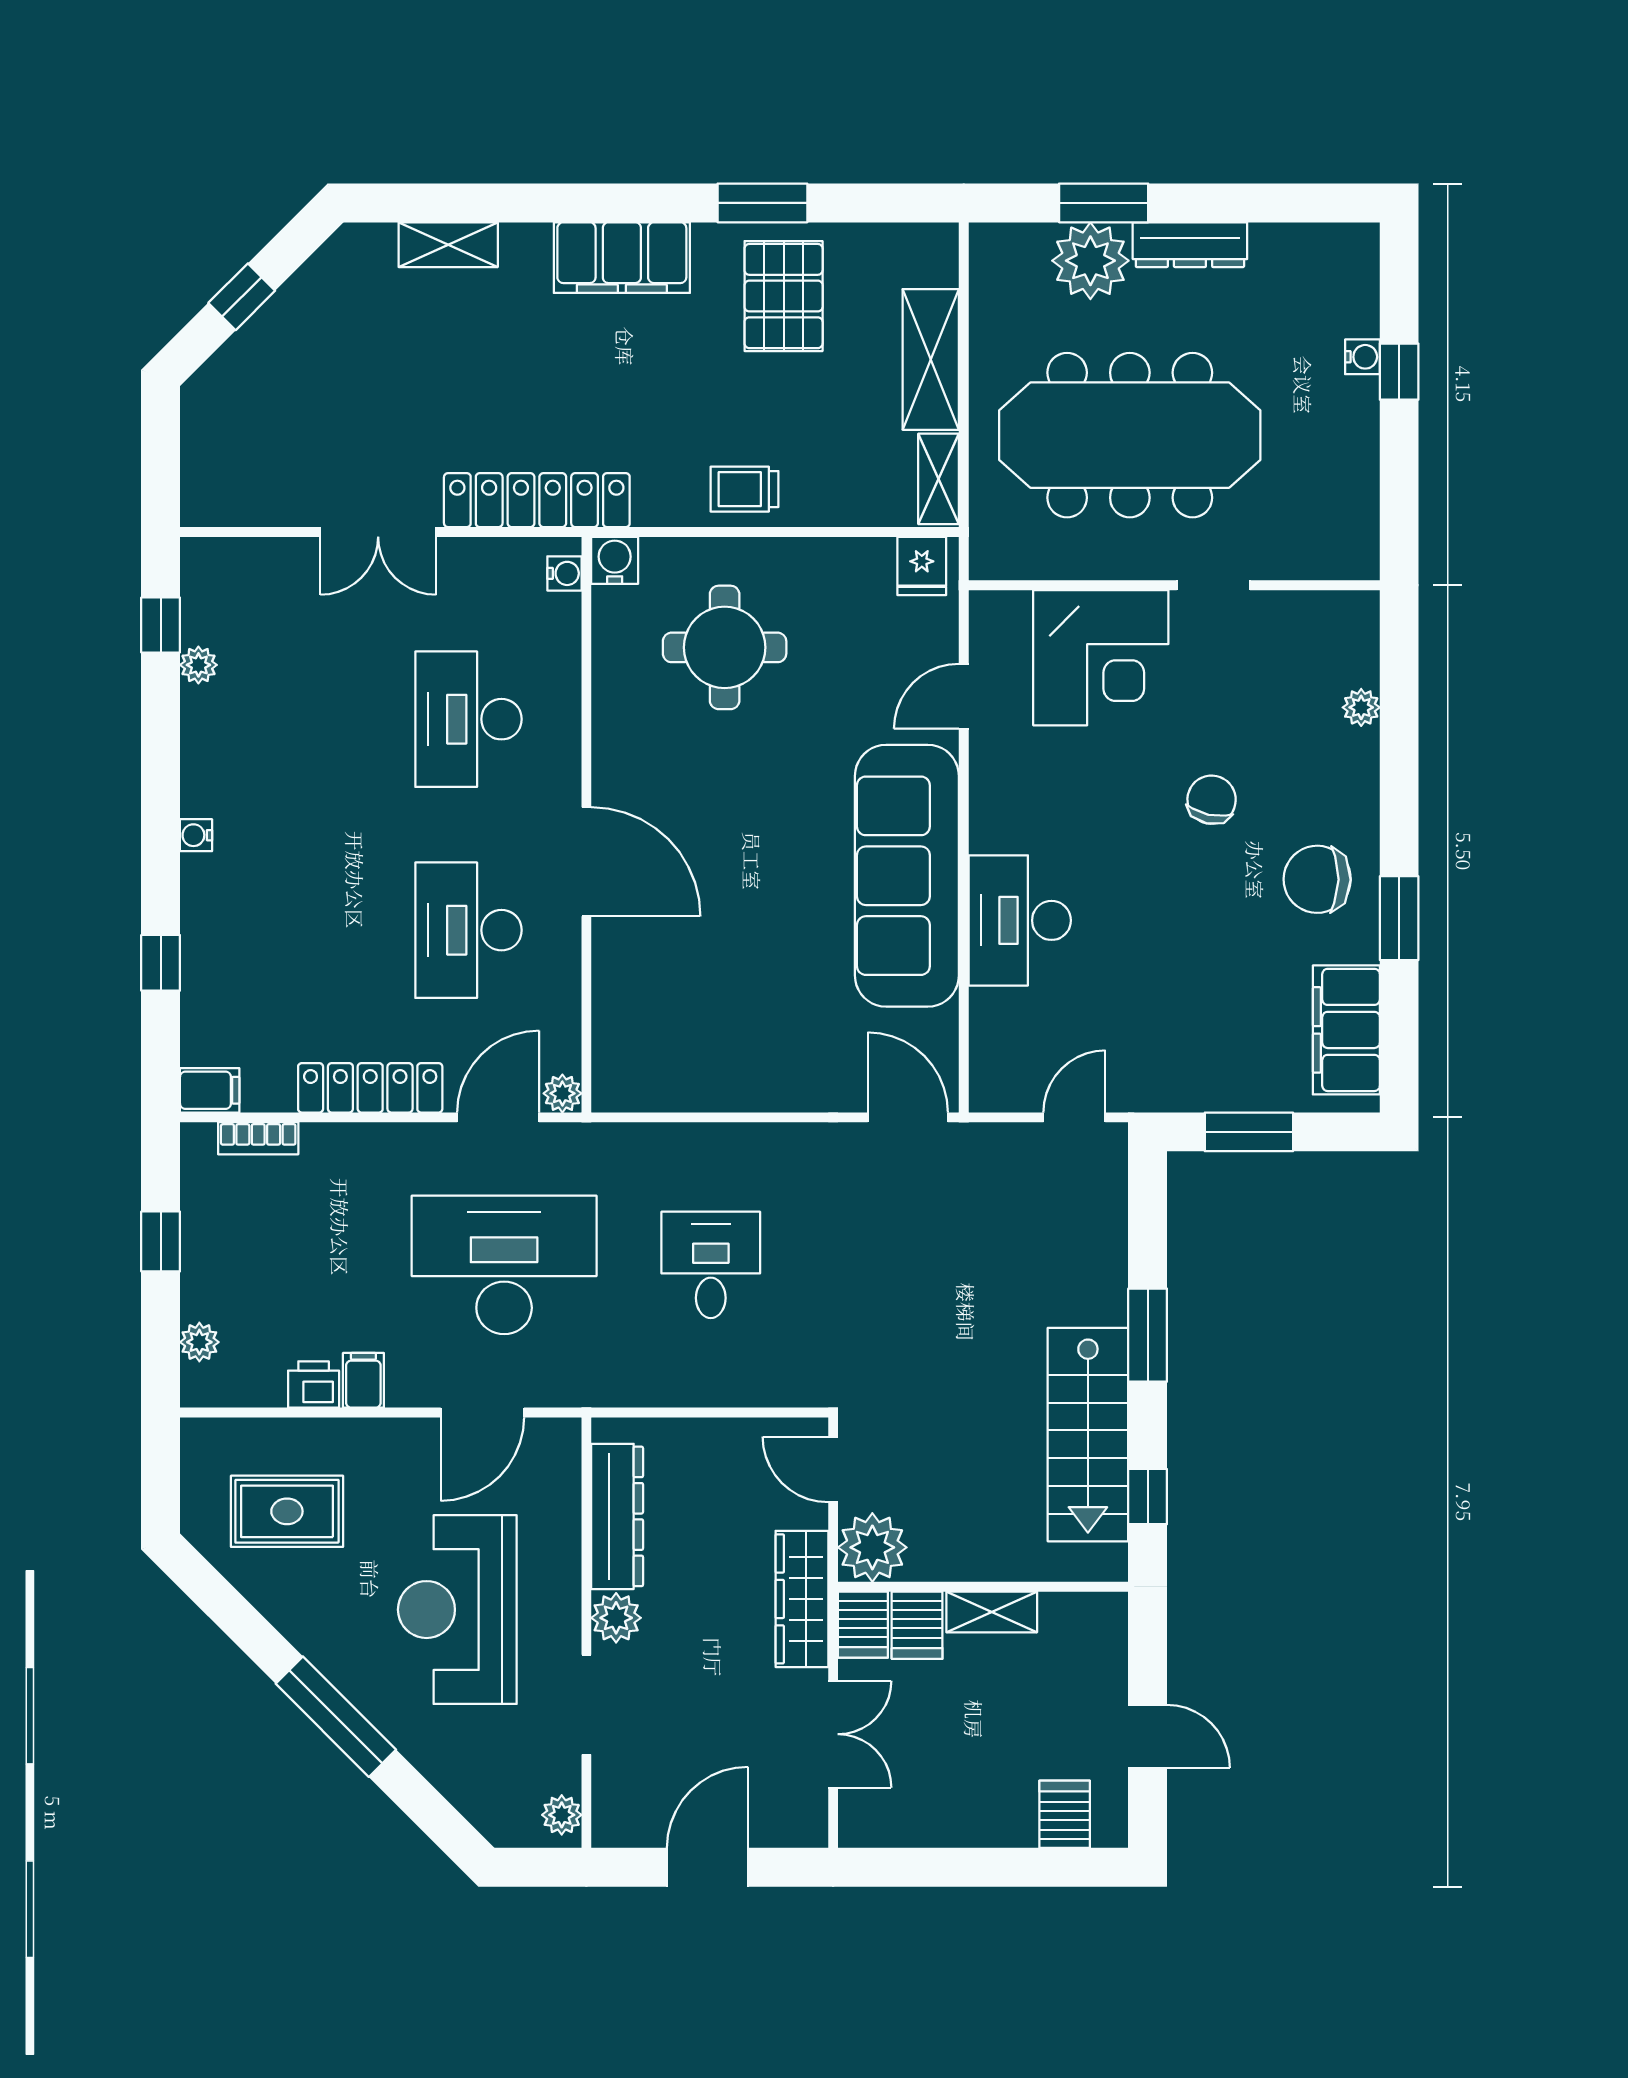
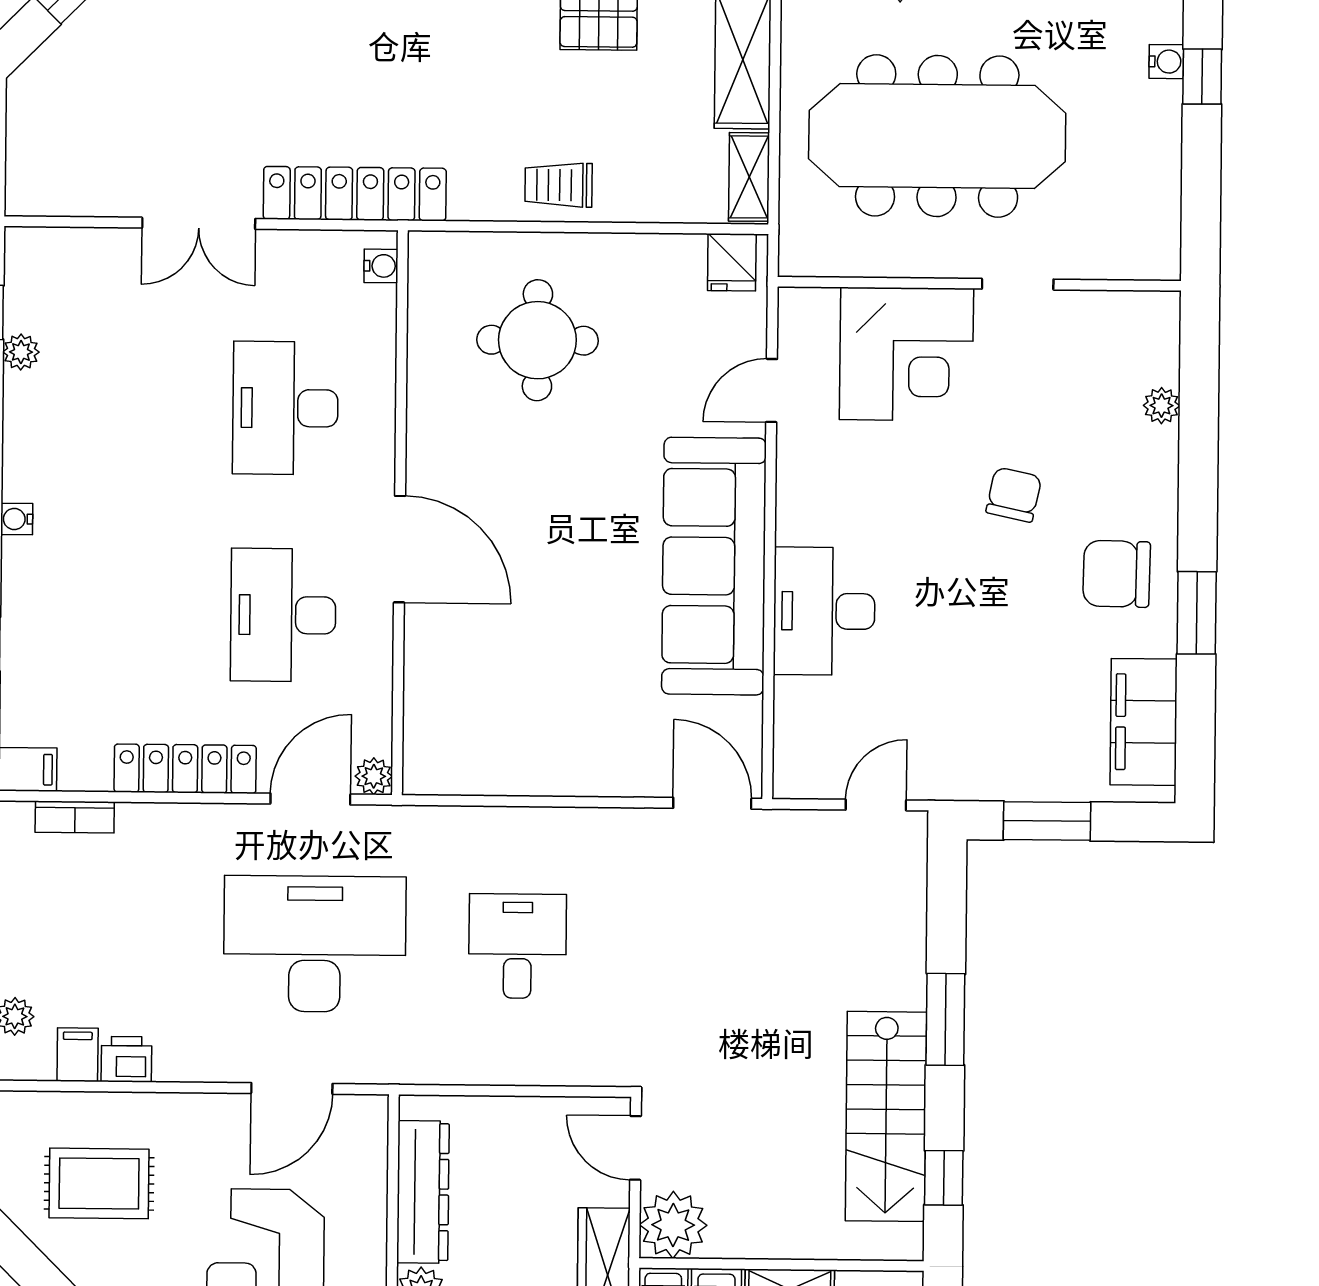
water cooler: (615, 560) -> (430, 254), removed
filing cabinet: (363, 1380) -> (78, 1055), moved

